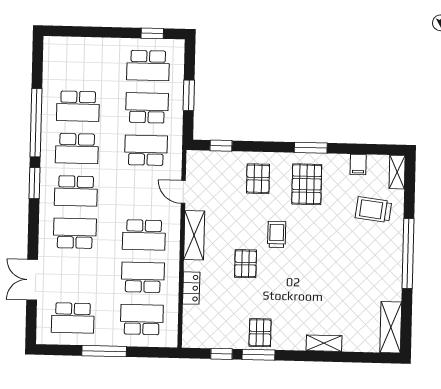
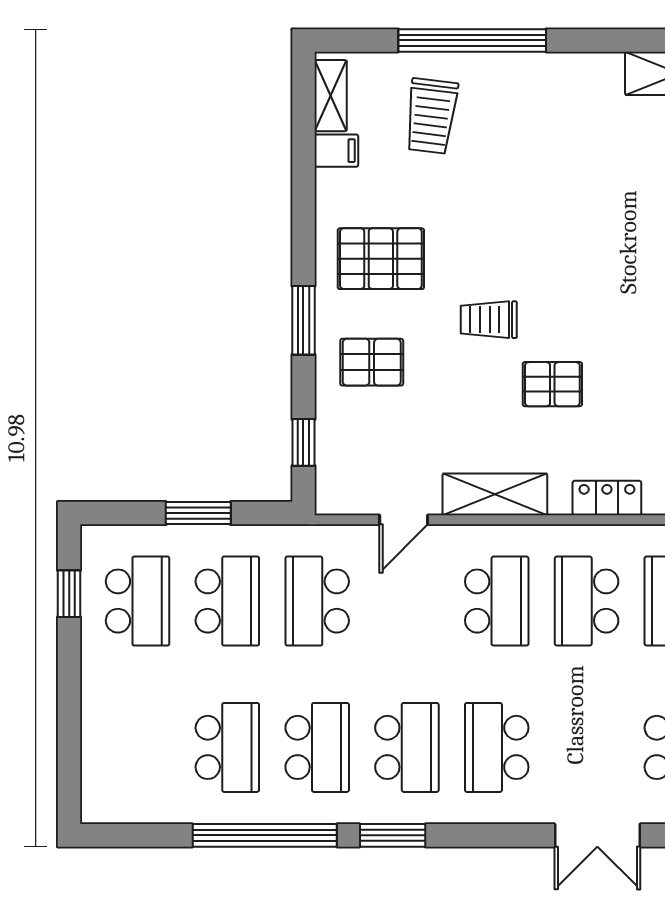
school desk: (147, 108) -> (227, 601), turned 180
window: (311, 148) -> (303, 320), moved
shelving: (397, 172) -> (331, 96), moved, turned 90
window: (408, 254) -> (472, 40), moved

